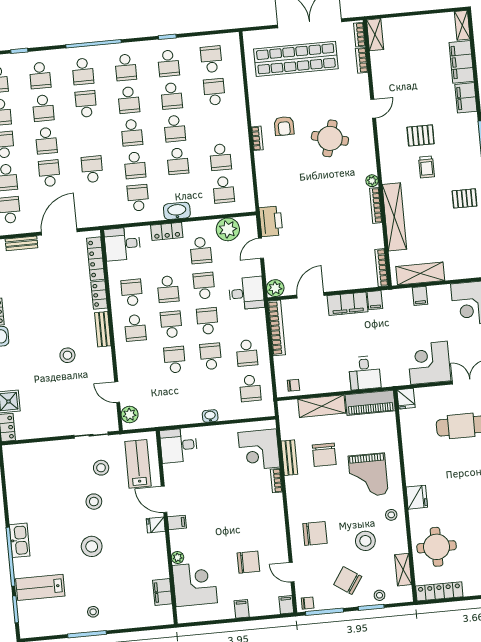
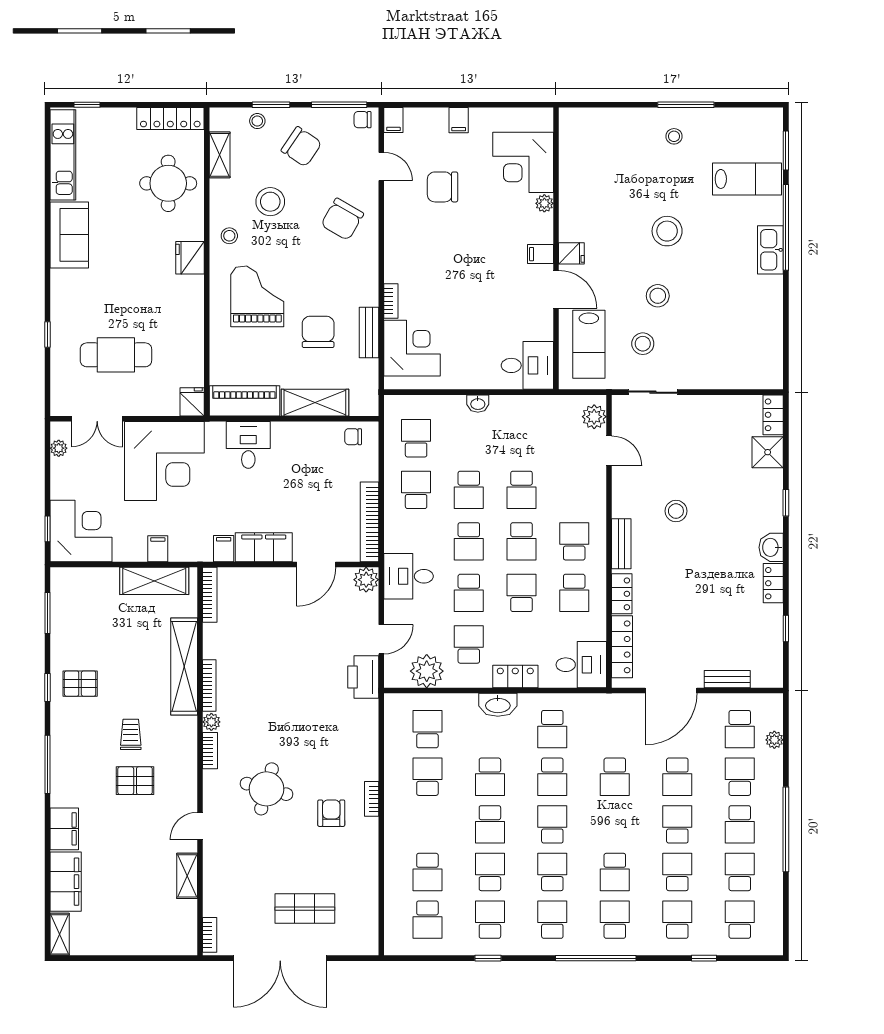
shelving: (375, 35) -> (187, 876), moved
shop shelf: (296, 59) -> (305, 909), width x0.50, depth x0.74
bookcase: (362, 60) -> (210, 751), moved
school desk: (175, 129) -> (490, 824), turned 180
school desk: (178, 161) -> (490, 777), turned 180
school desk: (135, 165) -> (552, 777), turned 180
corner desk: (429, 363) -> (164, 461), width x1.36, depth x1.36
chair: (315, 533) -> (342, 219), turned -60
filing cabinet: (162, 592) -> (571, 155), removed

